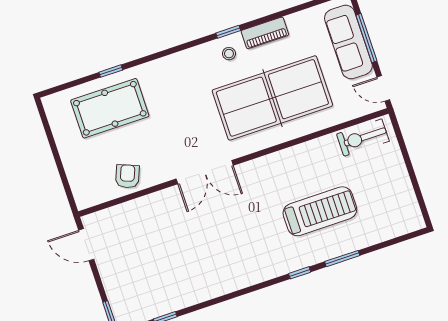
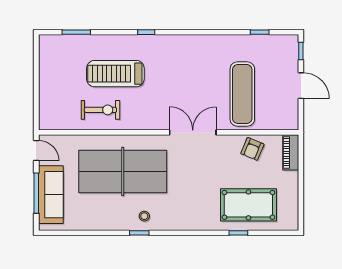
piano: (265, 33) -> (291, 152), moved, turned -90
exercise bike: (363, 138) -> (100, 110), moved
exercise mat: (161, 237) -> (242, 94), added
door: (86, 245) -> (301, 86), moved
window: (342, 259) -> (76, 32), moved

